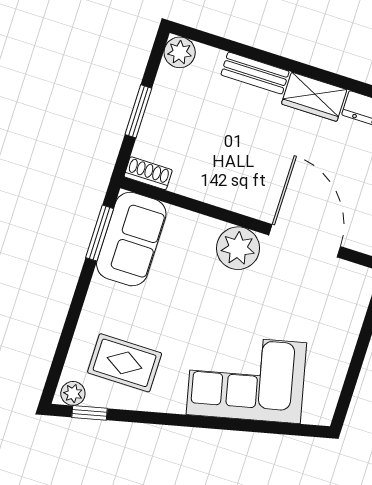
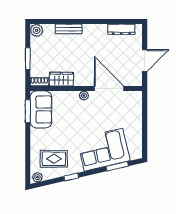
wardrobe: (314, 97) -> (61, 79), moved, turned 180
plant: (238, 248) -> (84, 96), width x0.53, depth x0.53
window: (89, 413) -> (71, 177), moved
window: (266, 427) -> (117, 166), added

